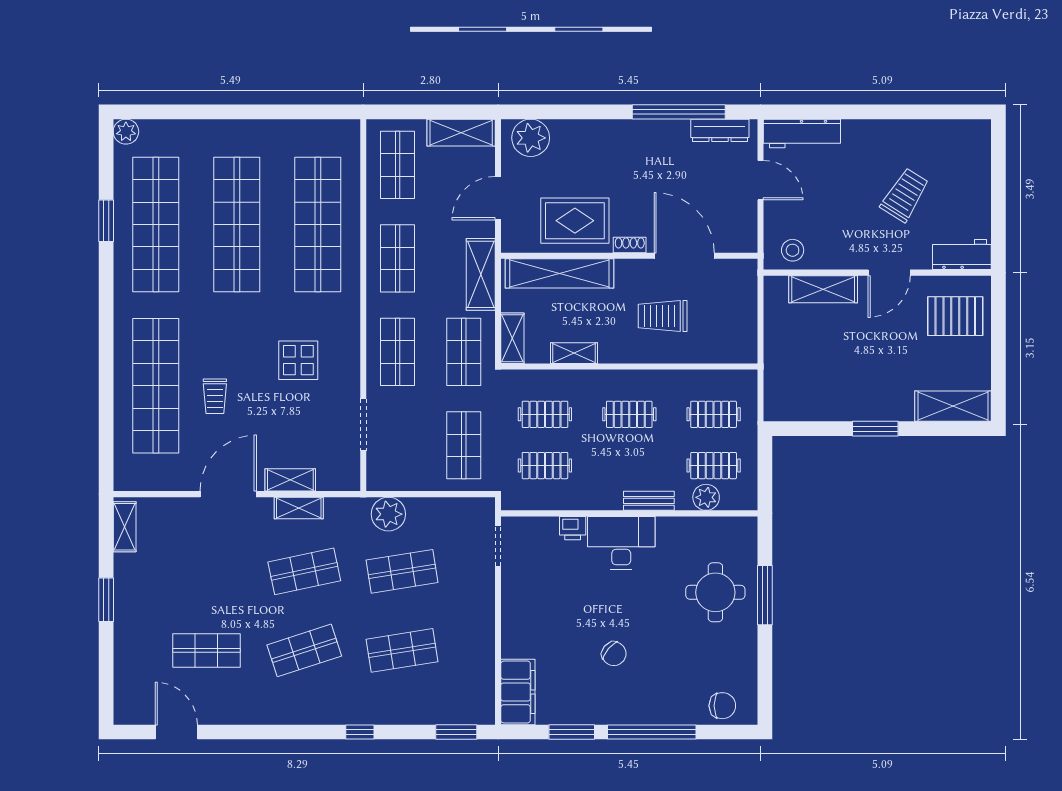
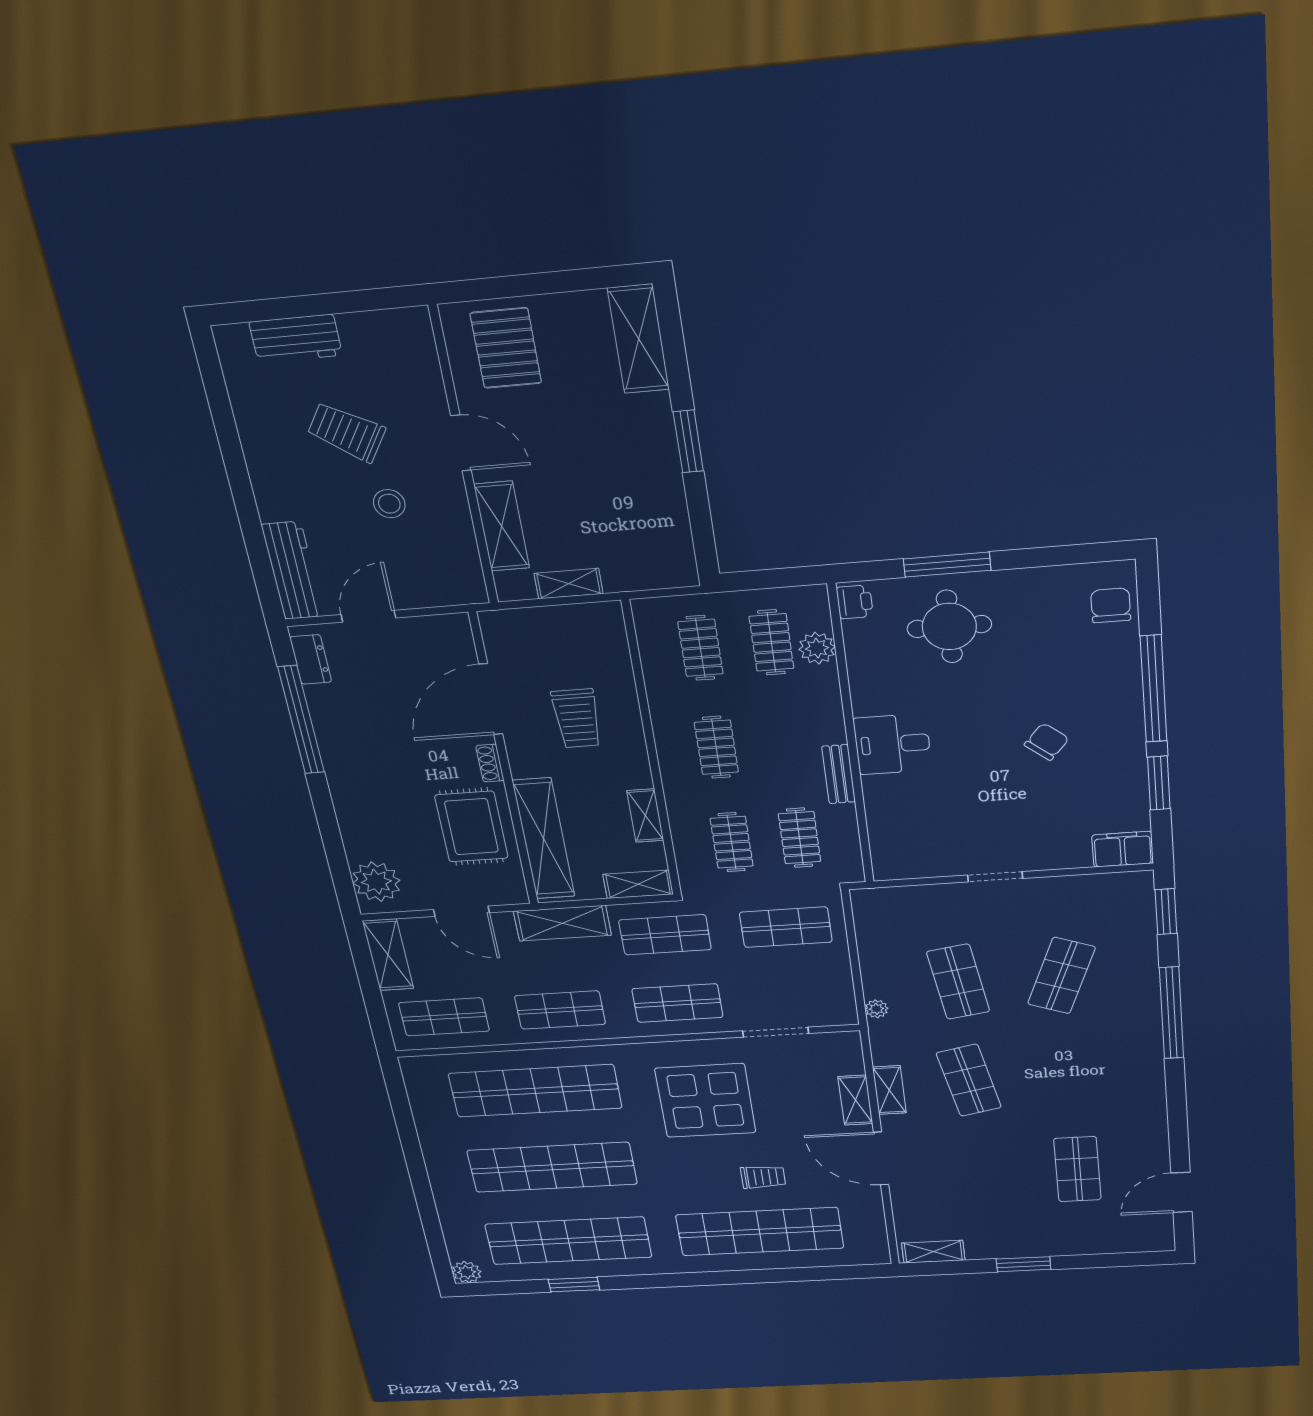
dresser: (720, 130) -> (311, 659), width x0.70
stool: (793, 250) -> (389, 504), moved
workbench: (962, 255) -> (296, 339), moved, turned -90
shelving: (774, 328) -> (569, 584), added
display table: (298, 360) -> (705, 1101), width x1.86, depth x1.86
bench: (649, 501) -> (839, 774), moved
plant: (388, 514) -> (876, 1009), width x0.53, depth x0.53
printer: (573, 528) -> (855, 602), moved
desk: (621, 543) -> (893, 744), width x0.73
doorway: (498, 546) -> (995, 877), moved
shop shelf: (304, 650) -> (1070, 1075), removed
shop shelf: (402, 650) -> (1061, 976), turned 30
filing cabinet: (518, 692) -> (1123, 849), width x0.67, depth x0.86
window: (360, 732) -> (1172, 1013), width x3.17

